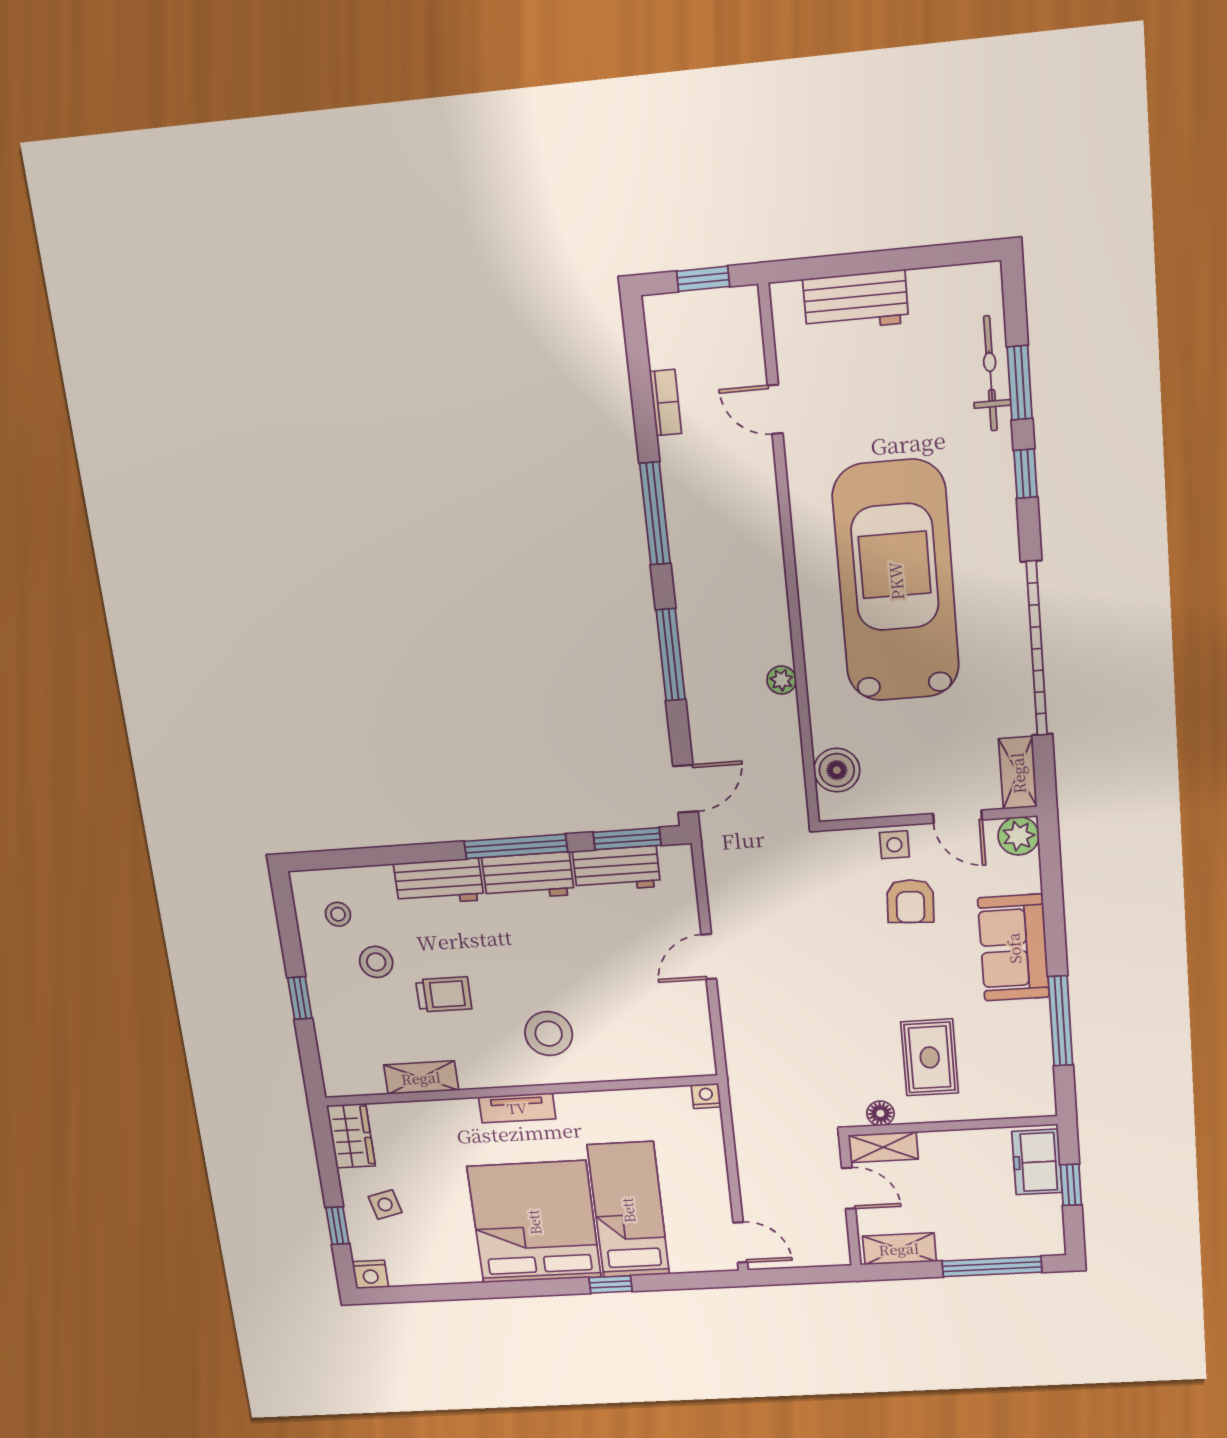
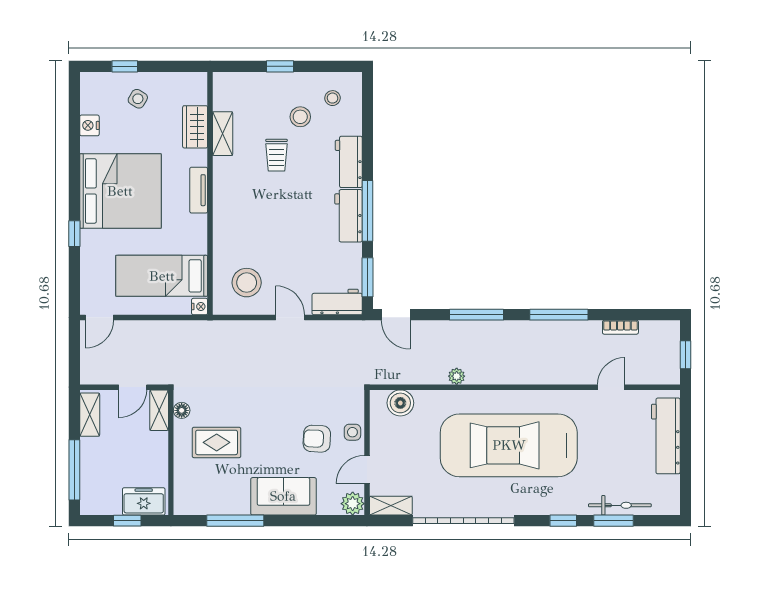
workbench: (856, 301) -> (666, 436), width x1.38
car: (896, 581) -> (509, 445), turned 180
workbench: (616, 869) -> (337, 302), moved, turned 90
stool: (549, 1034) -> (247, 283), moved
wardrobe: (351, 1136) -> (195, 127), moved, turned 90
side table: (385, 1204) -> (138, 99), turned 45
bed: (628, 1210) -> (162, 276), moved, turned 180
nightstand: (370, 1274) -> (89, 125), moved

